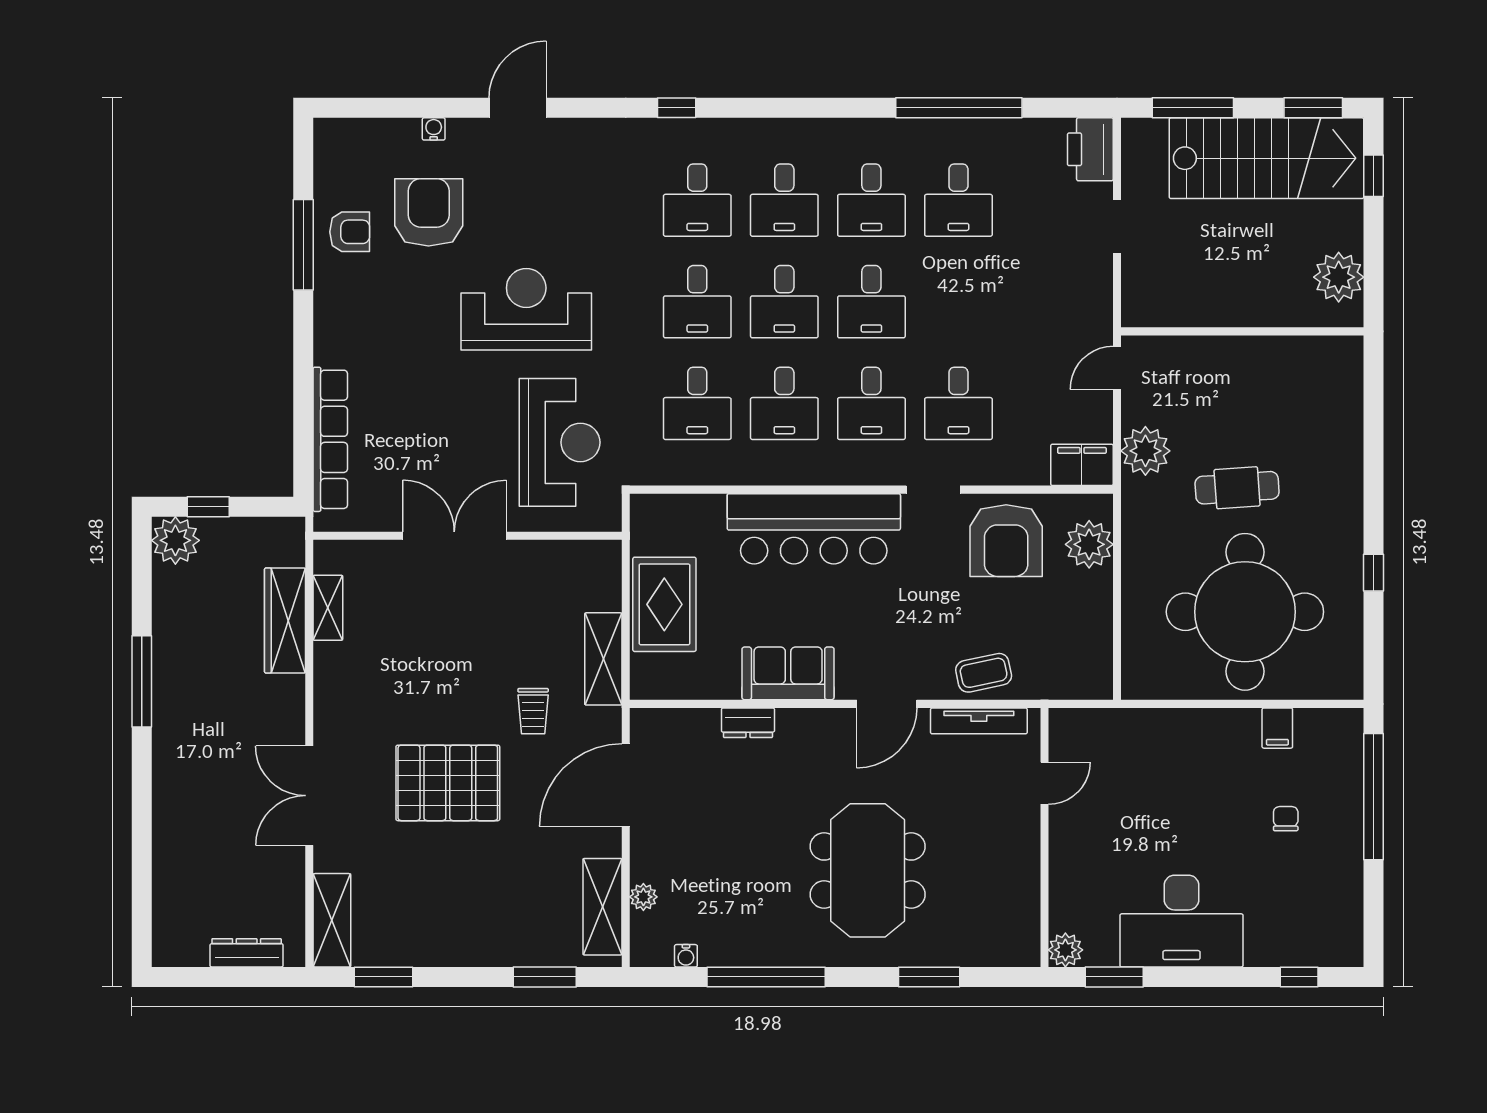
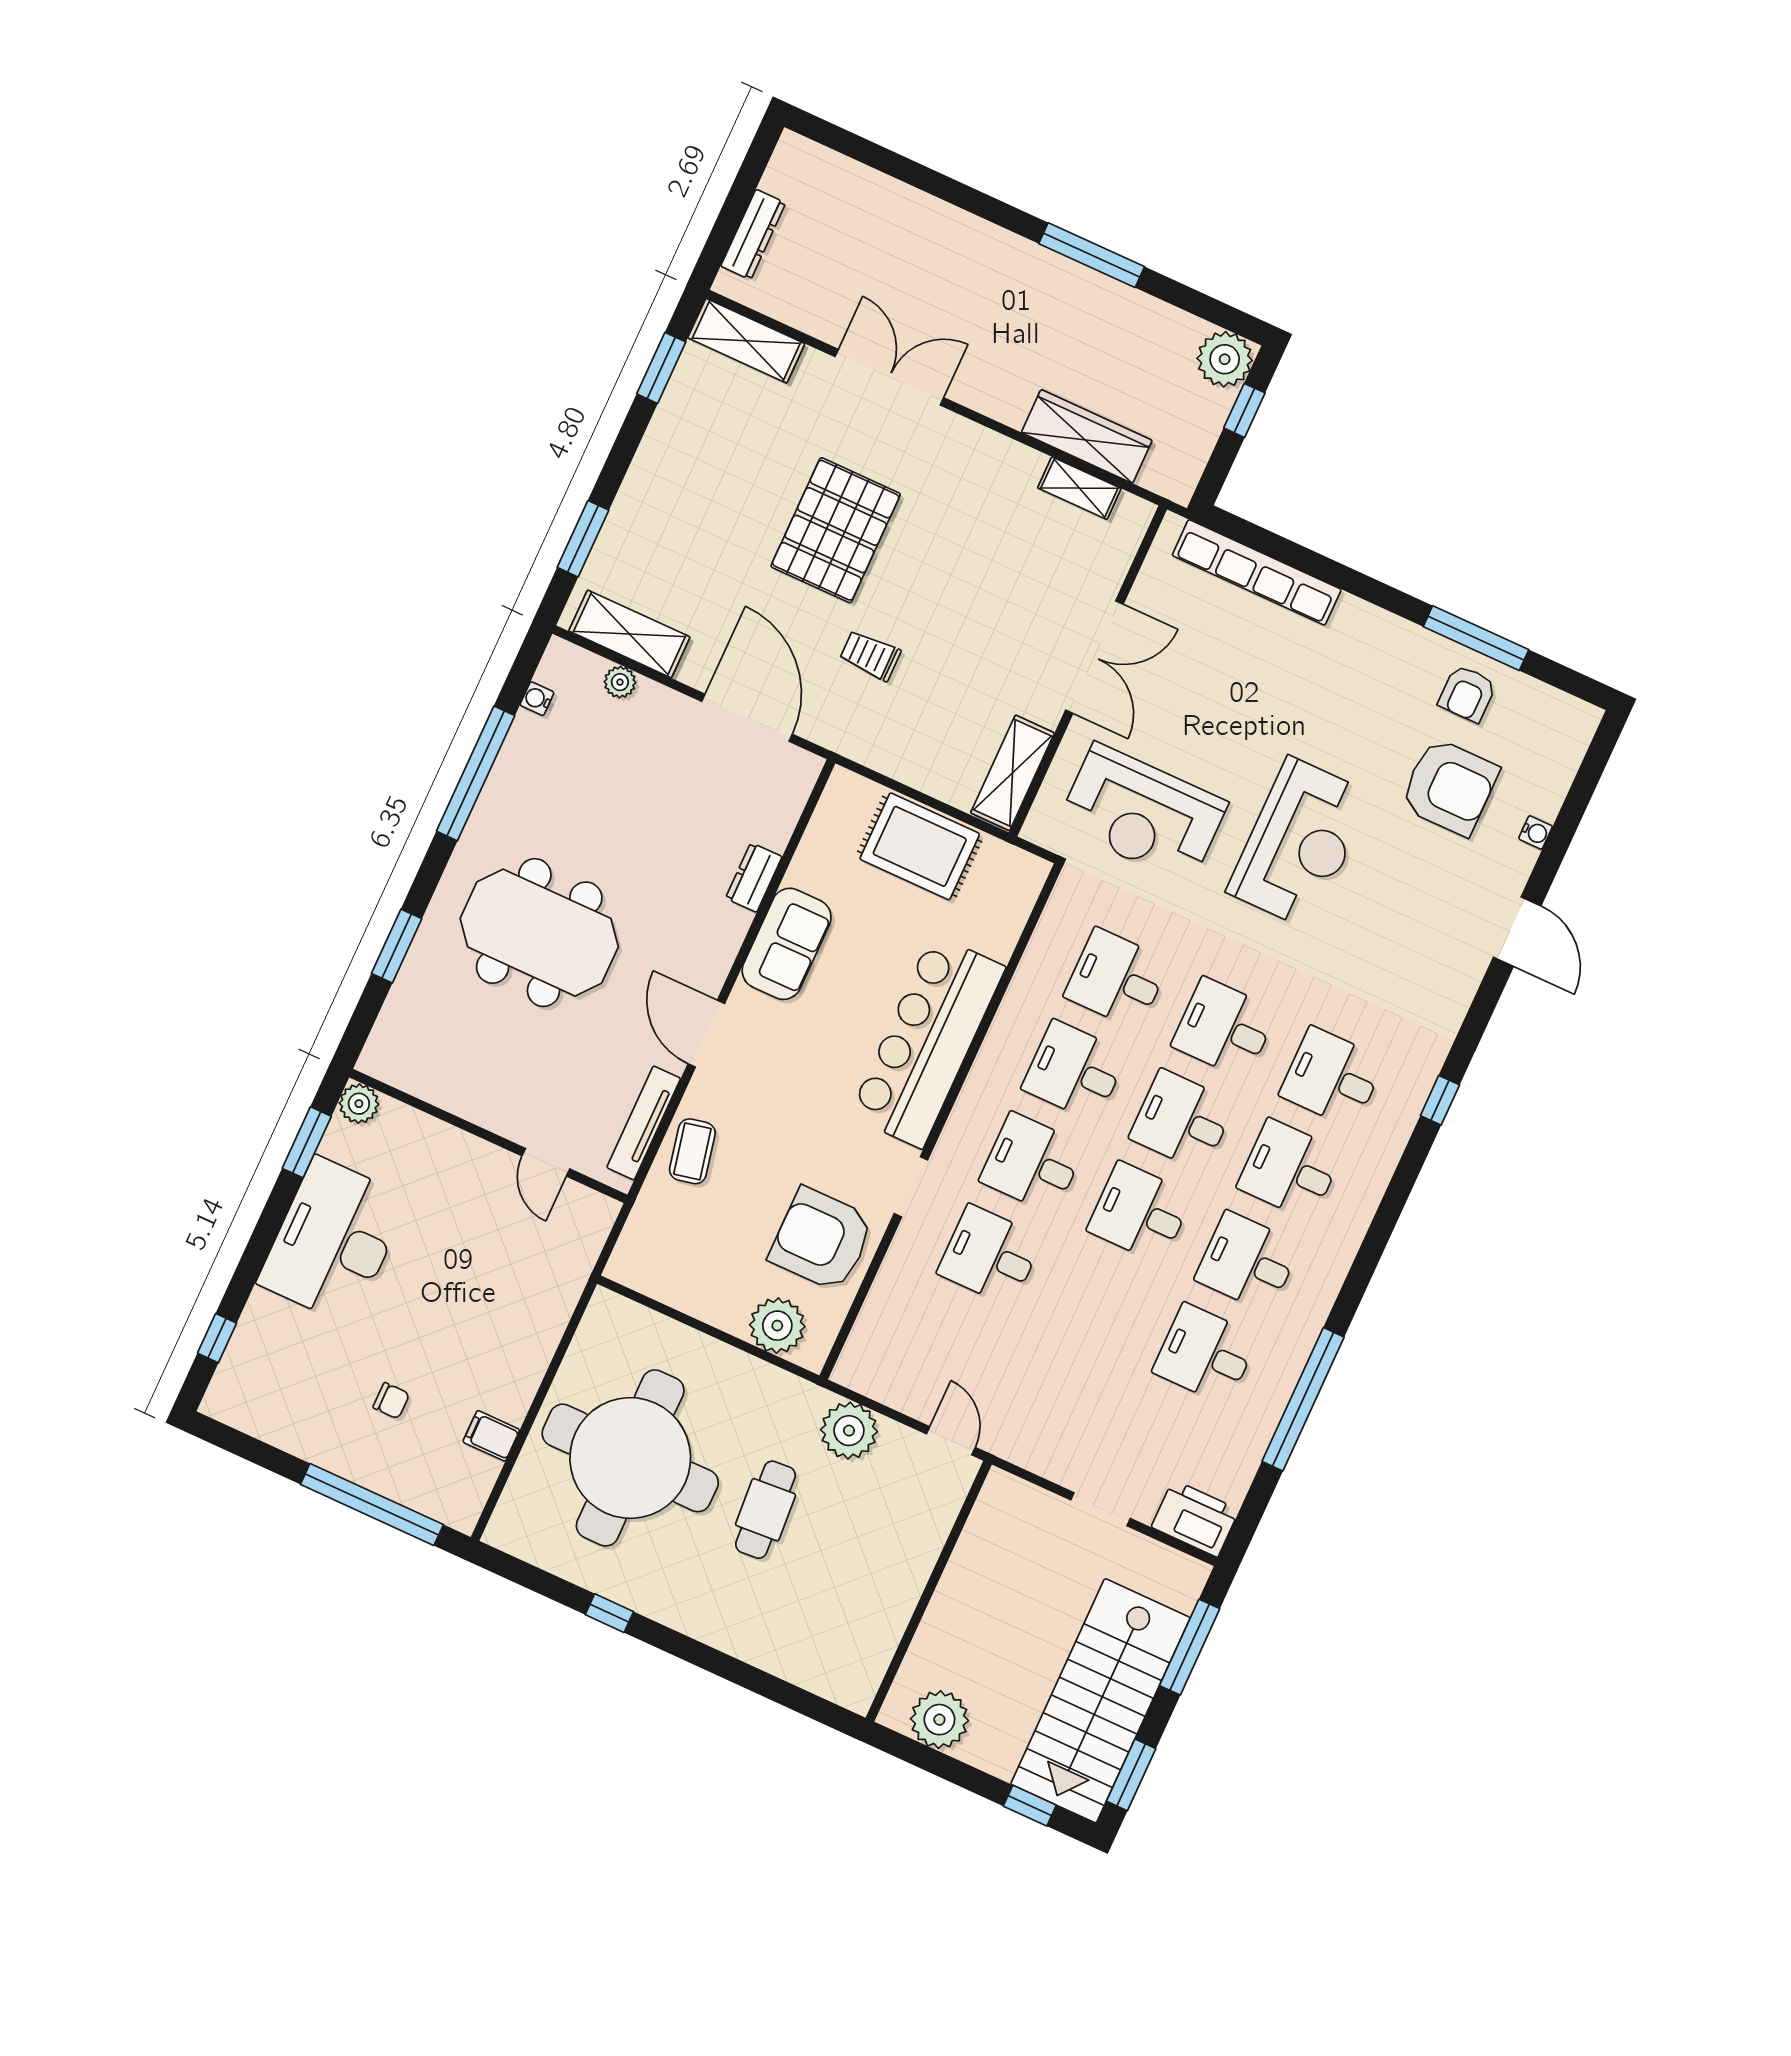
filing cabinet: (1082, 465) -> (865, 1356), removed
shelving: (603, 659) -> (1013, 773), moved, turned 90

